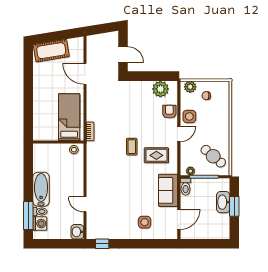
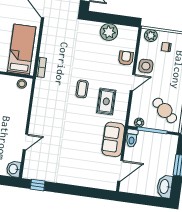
plant: (160, 89) -> (109, 32), moved
rug: (156, 155) -> (106, 101), turned 90
washbasin: (223, 202) -> (165, 187), moved
door: (85, 204) -> (25, 142), swing flipped
side table: (145, 222) -> (84, 169), removed

